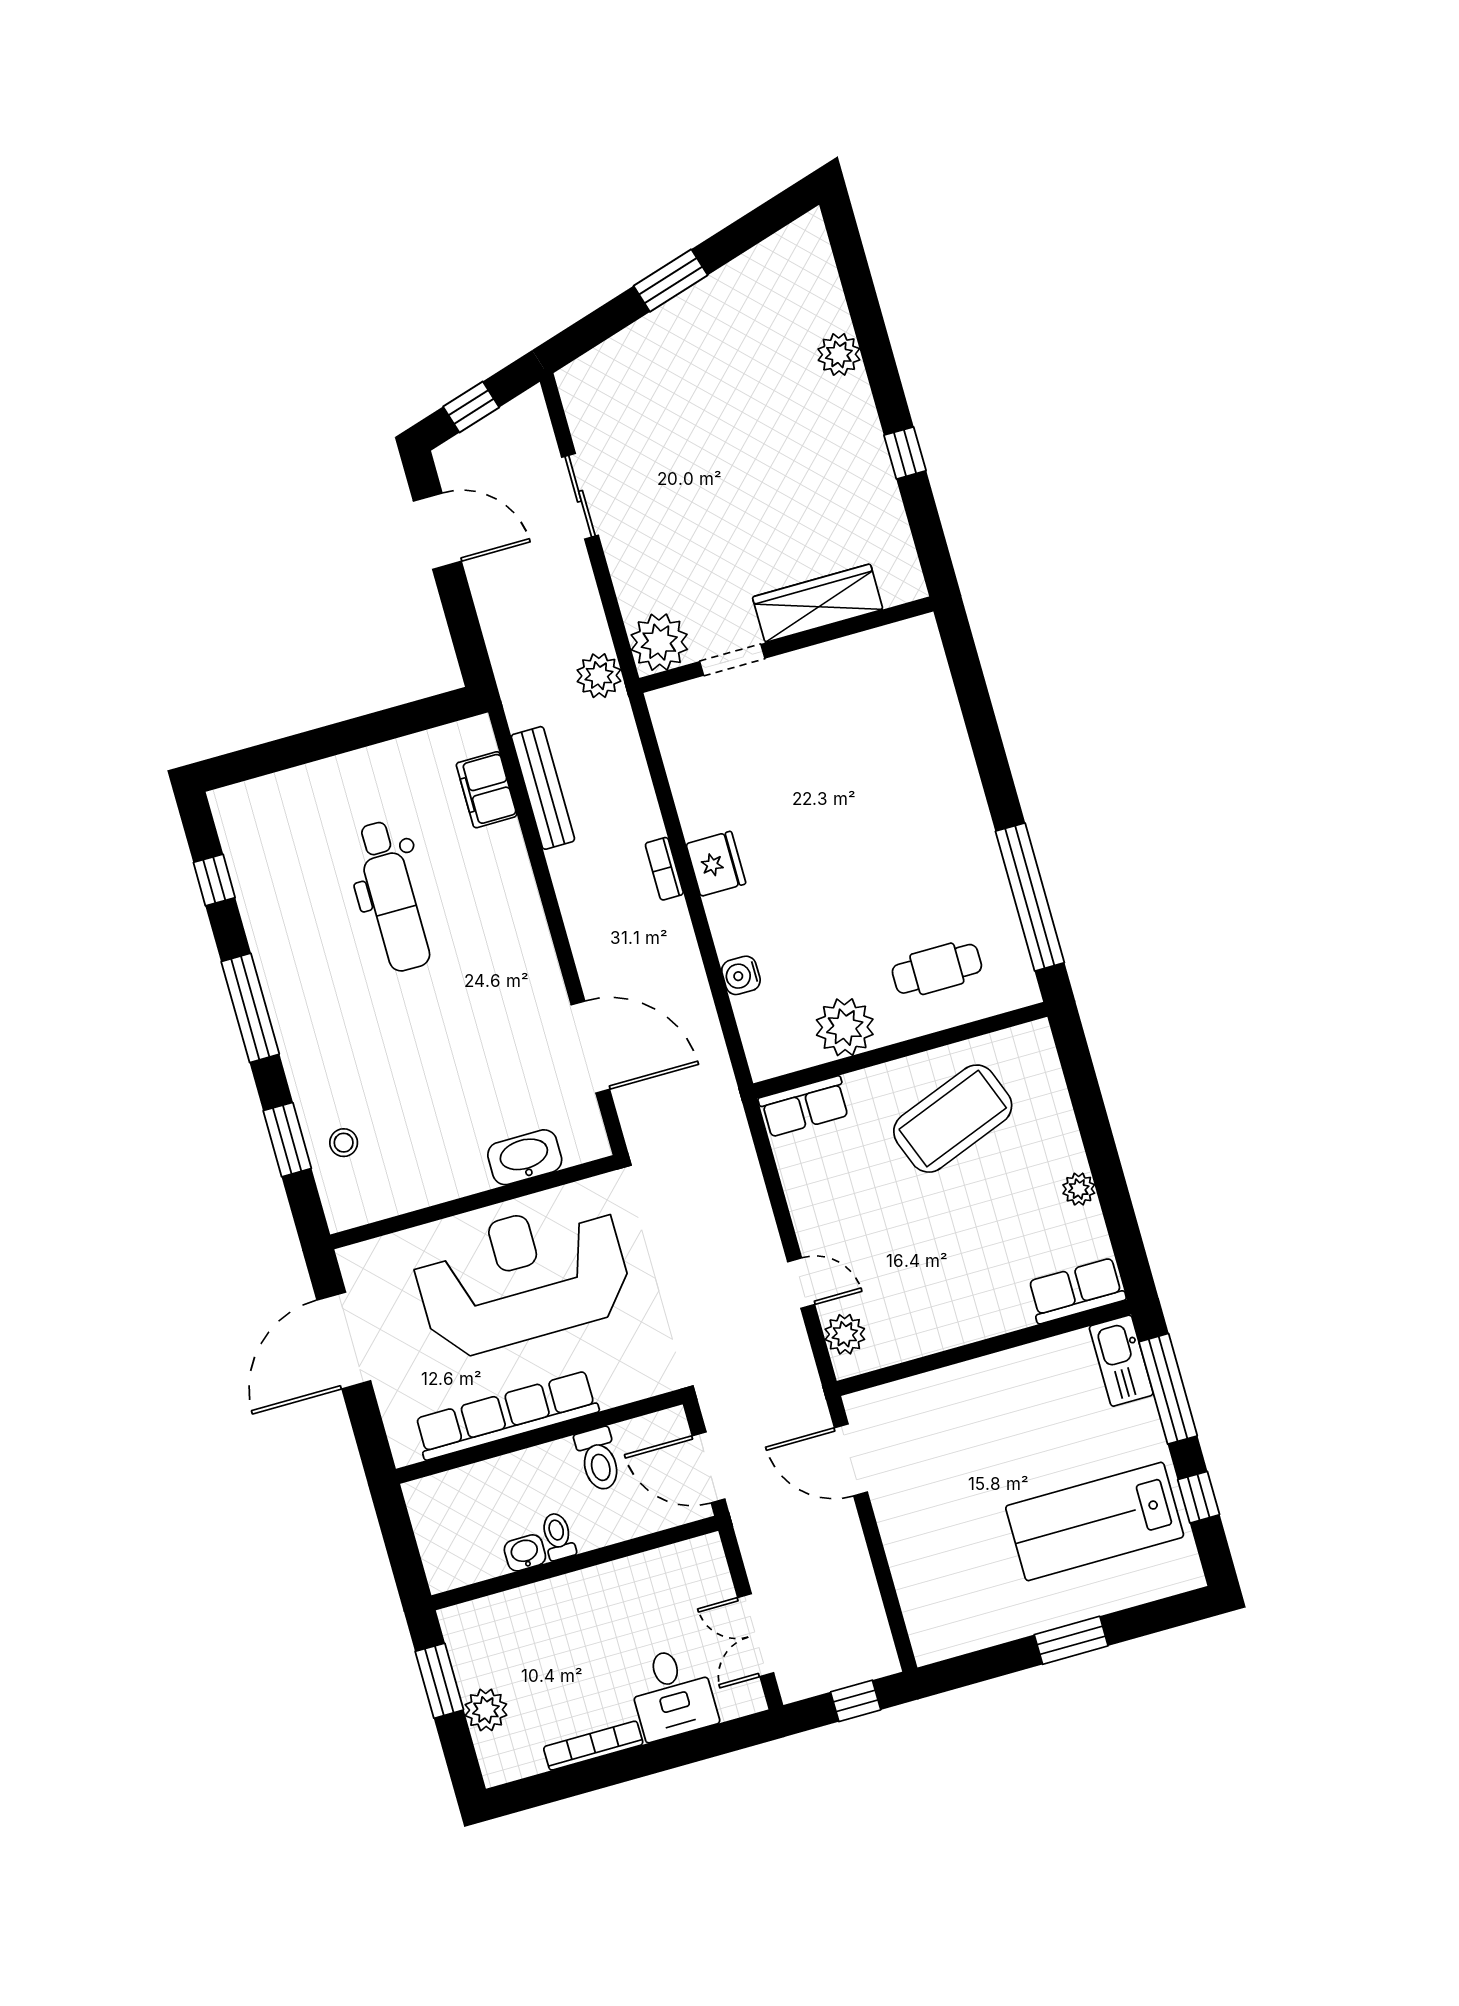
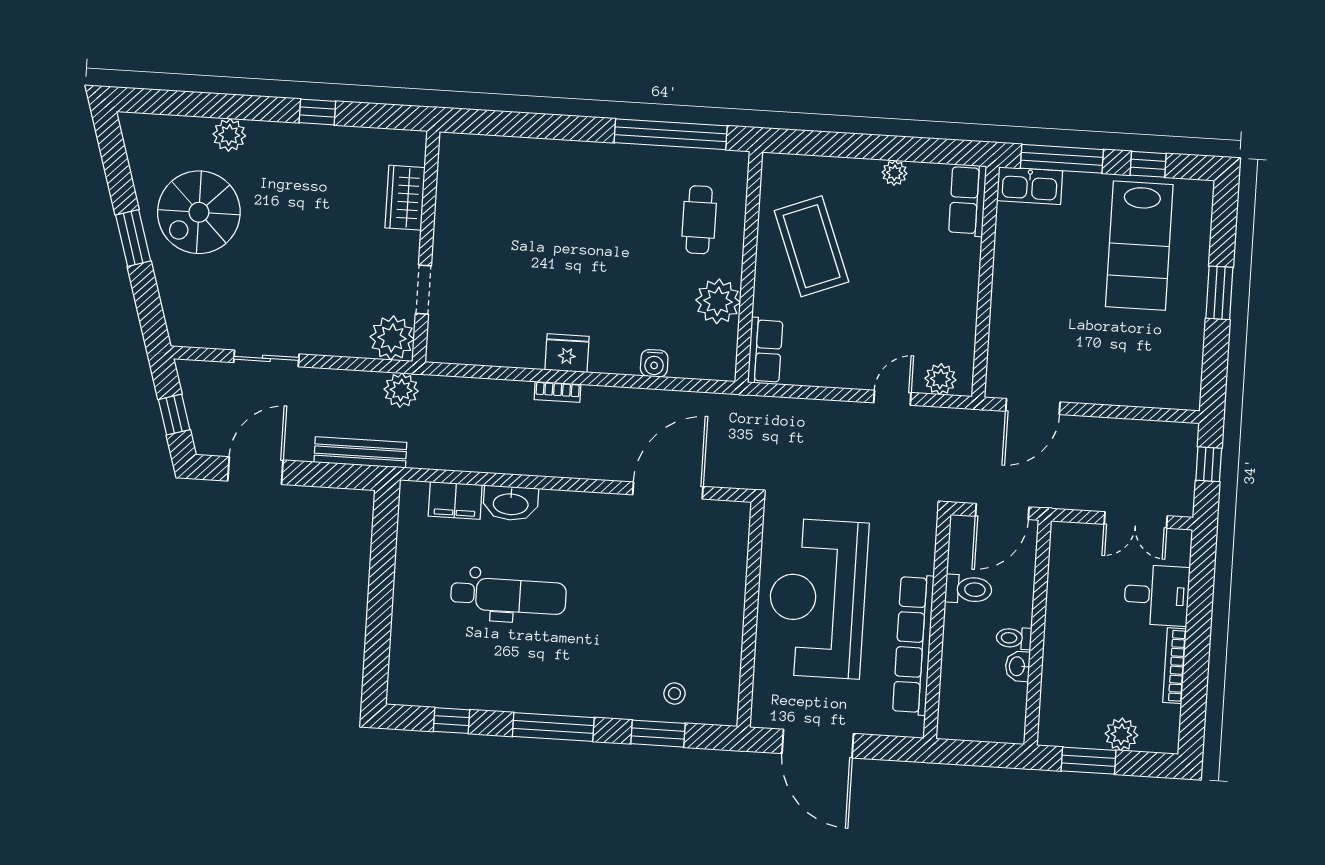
spiral stairs: (731, 350) -> (199, 212), added
wardrobe: (818, 603) -> (405, 198), width x0.67
bench: (543, 788) -> (360, 452), moved
washbasin: (525, 1157) -> (511, 503), moved, turned -90

